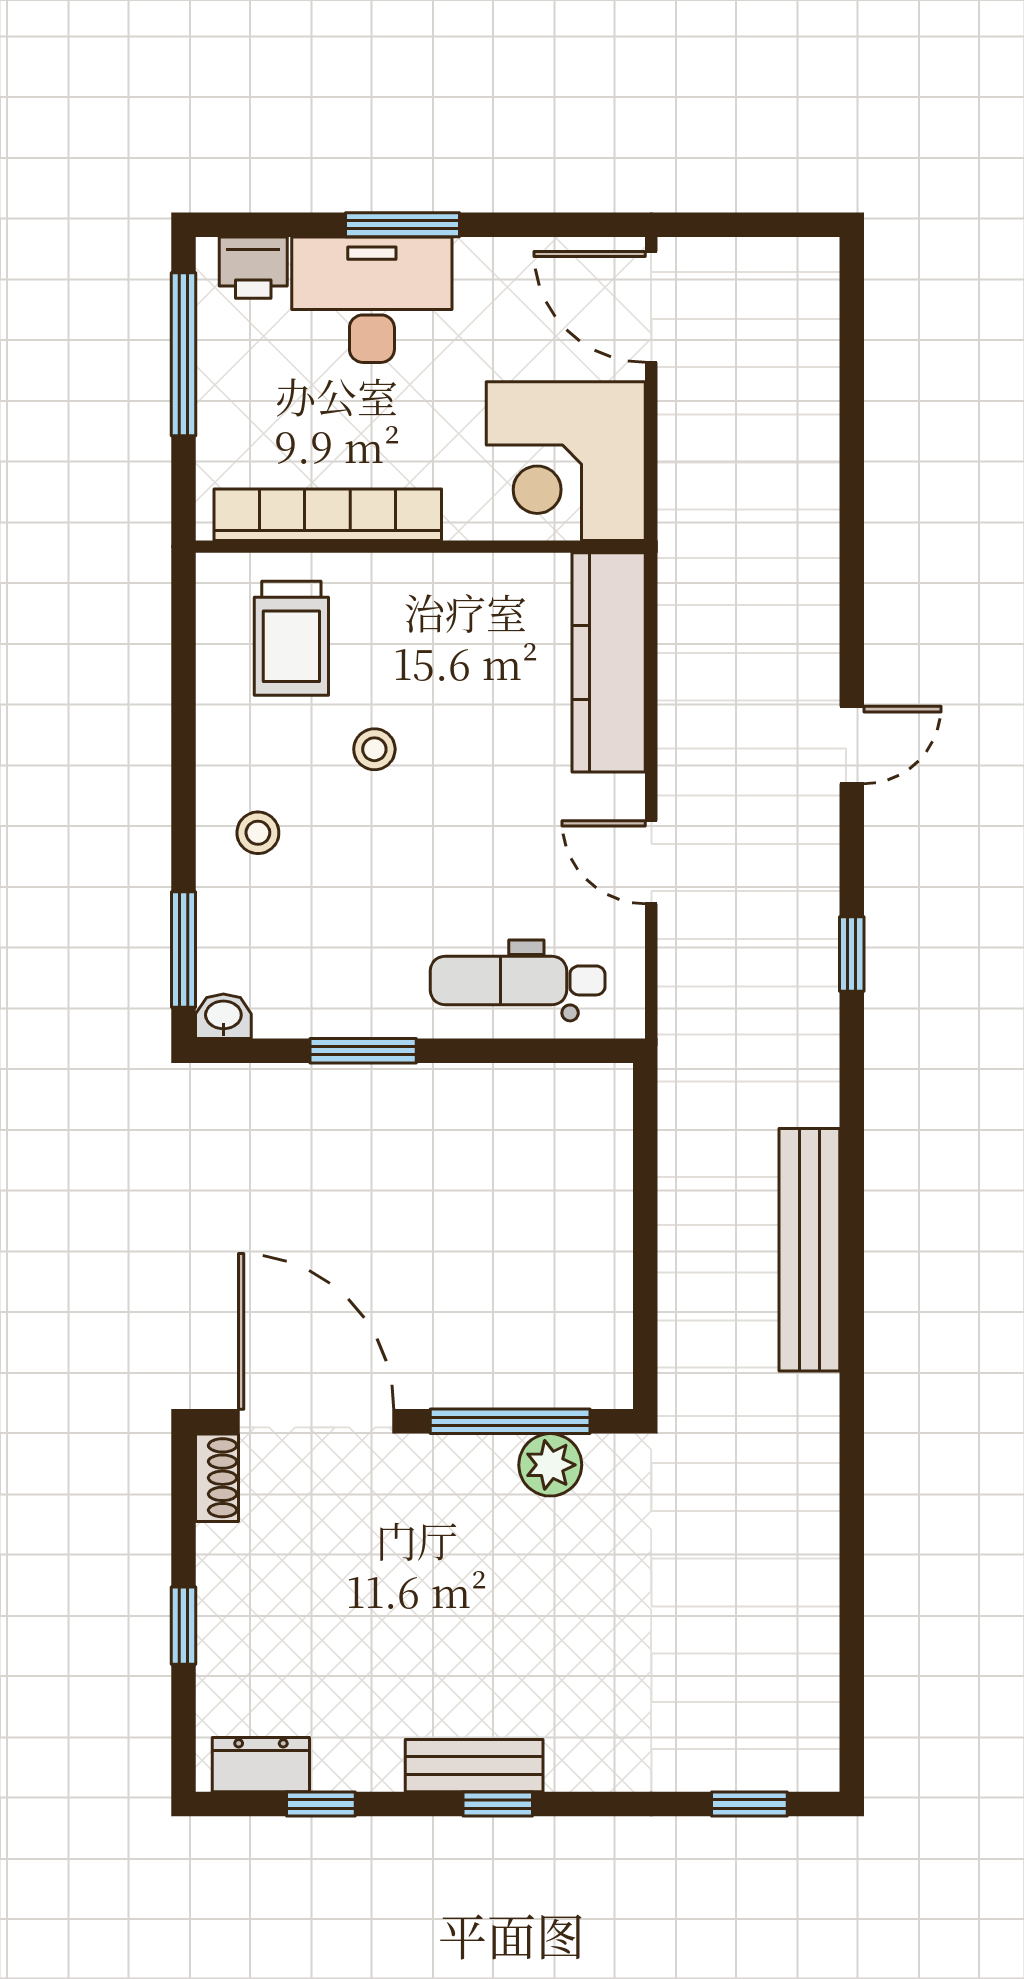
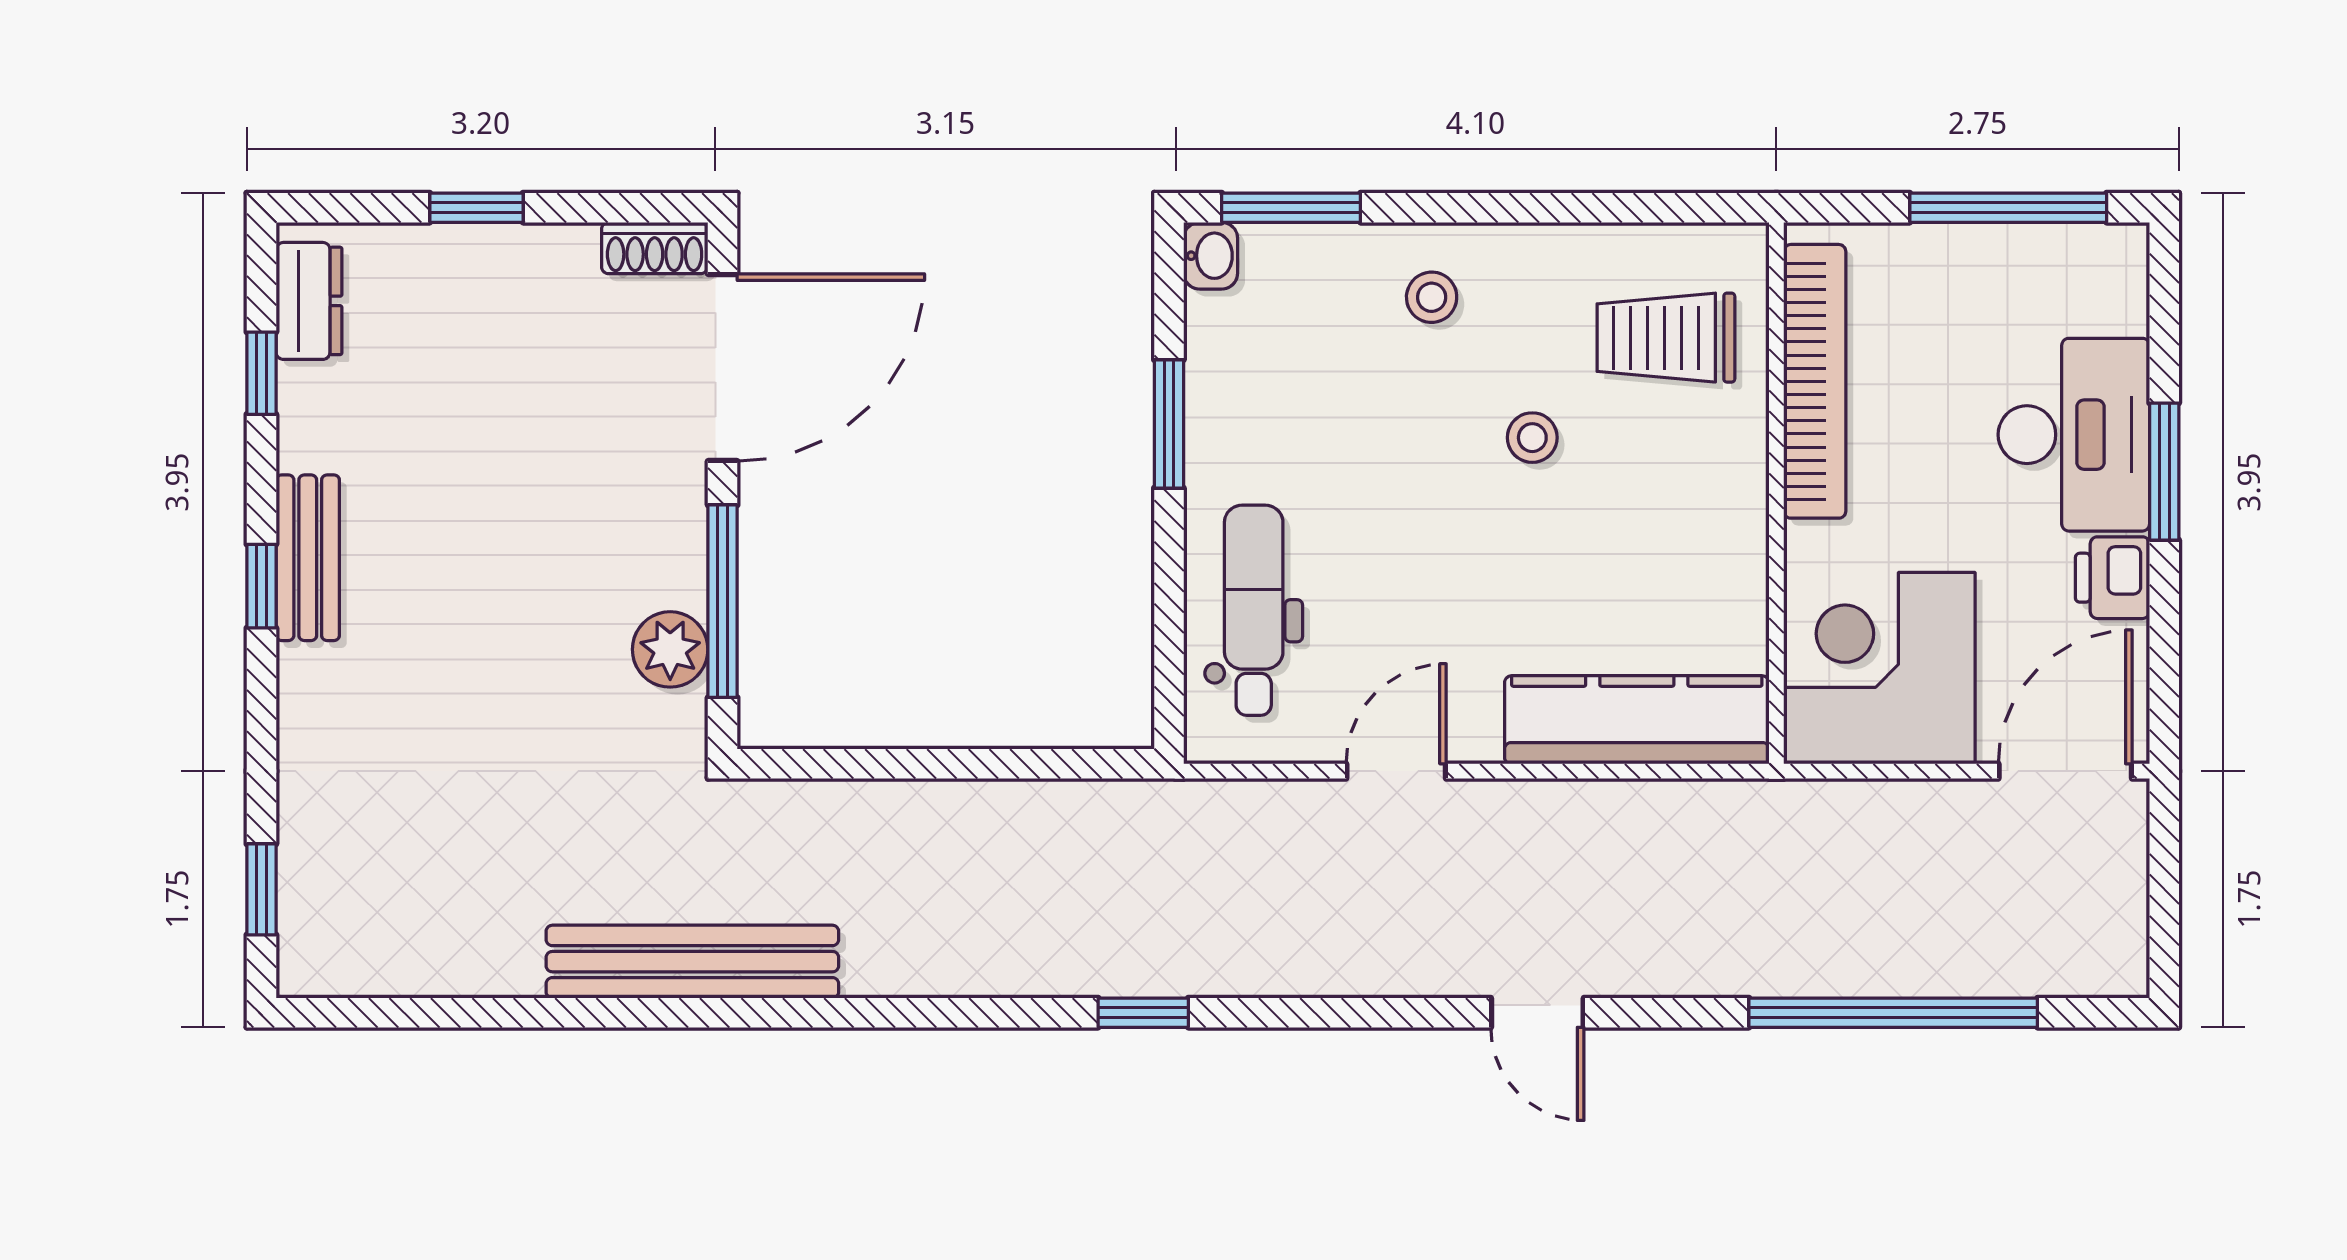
printer: (253, 268) -> (2112, 578), moved
window: (852, 450) -> (1893, 1013), added
window: (852, 954) -> (1143, 1013), moved
bench: (809, 1250) -> (692, 962), moved

